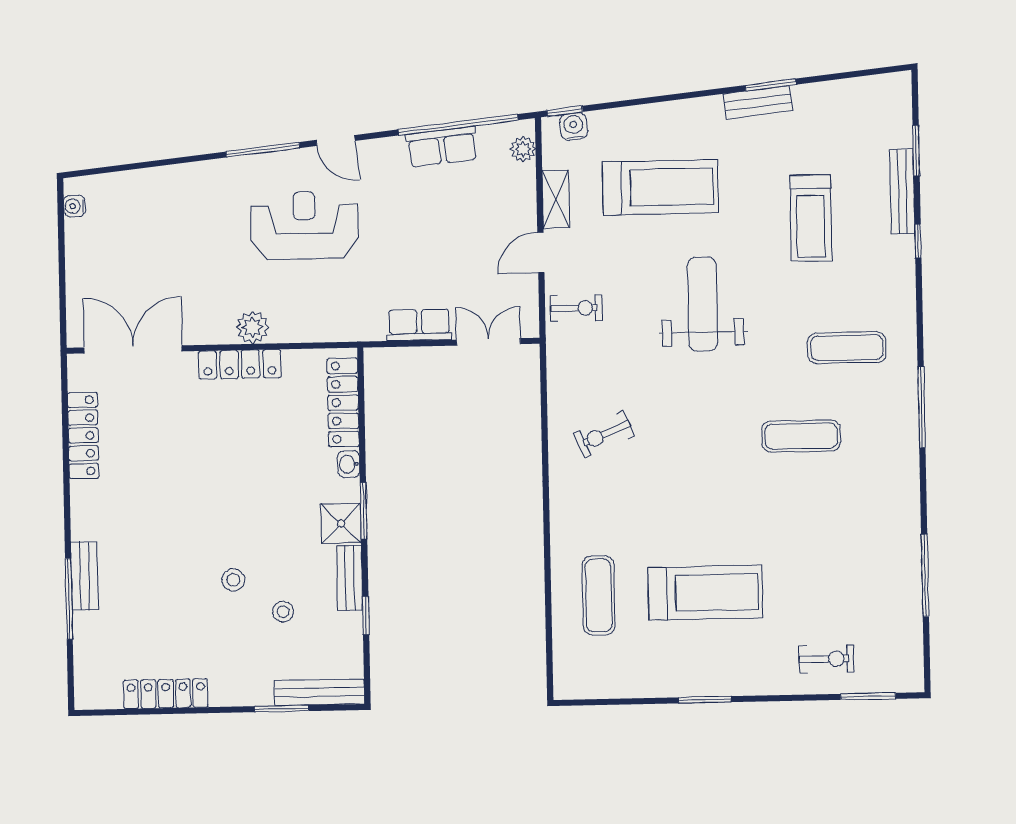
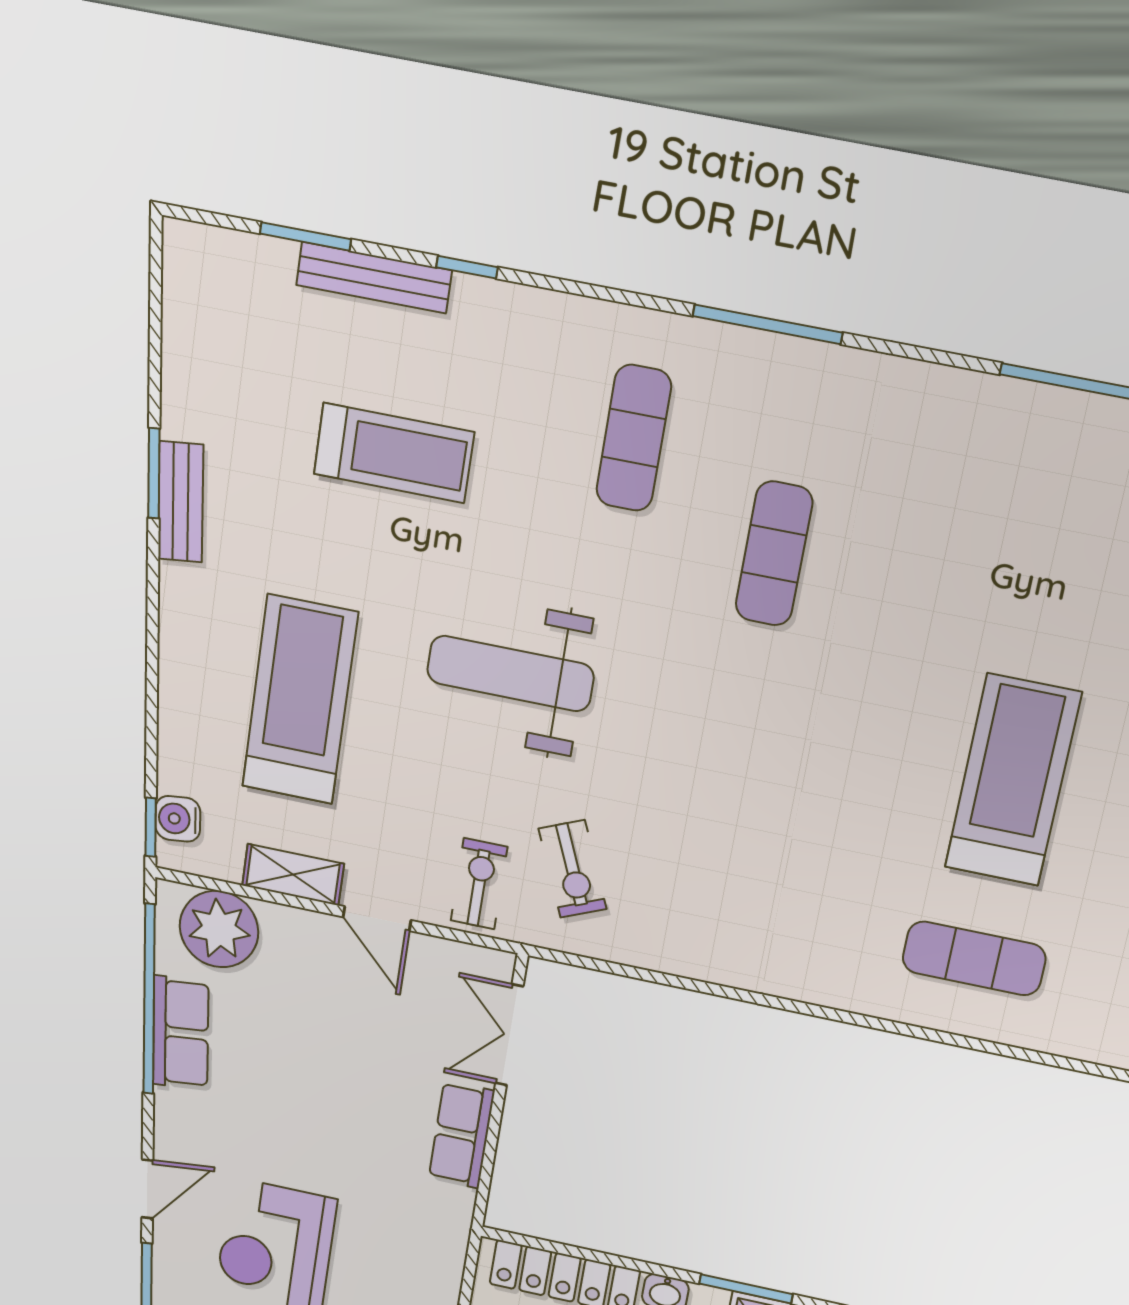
plant: (523, 149) -> (219, 929), width x1.87, depth x1.87
exercise bike: (604, 434) -> (573, 869), moved

